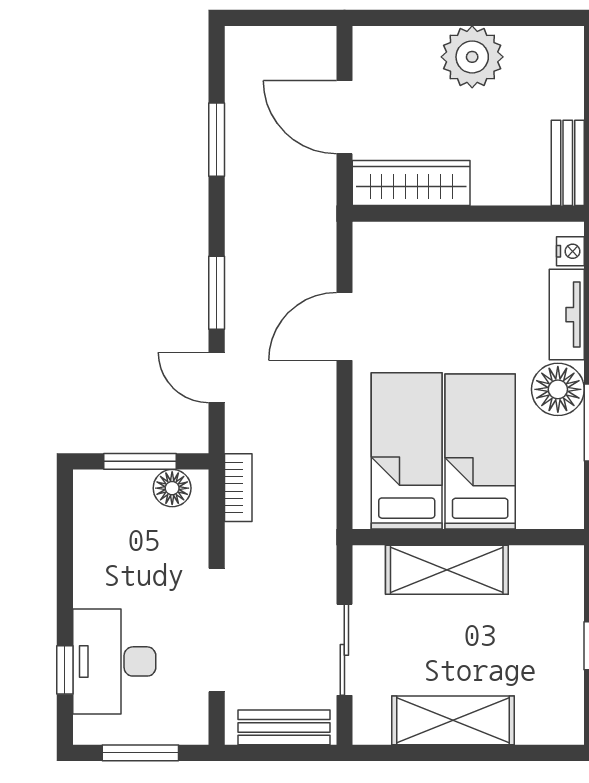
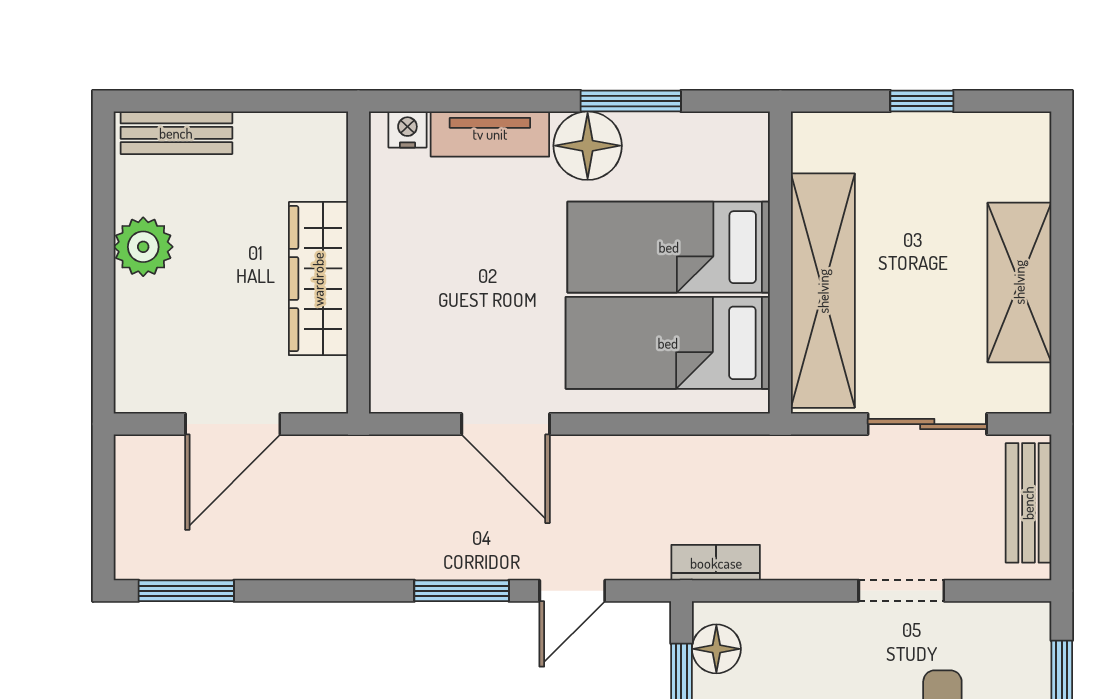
plant: (472, 57) -> (143, 247), width x0.73, depth x0.73
window: (217, 140) -> (186, 591), moved
bench: (568, 163) -> (176, 133), moved
wardrobe: (411, 183) -> (318, 279), moved
shelving: (447, 570) -> (823, 291), width x1.47
doorway: (217, 630) -> (901, 591), width x0.53

